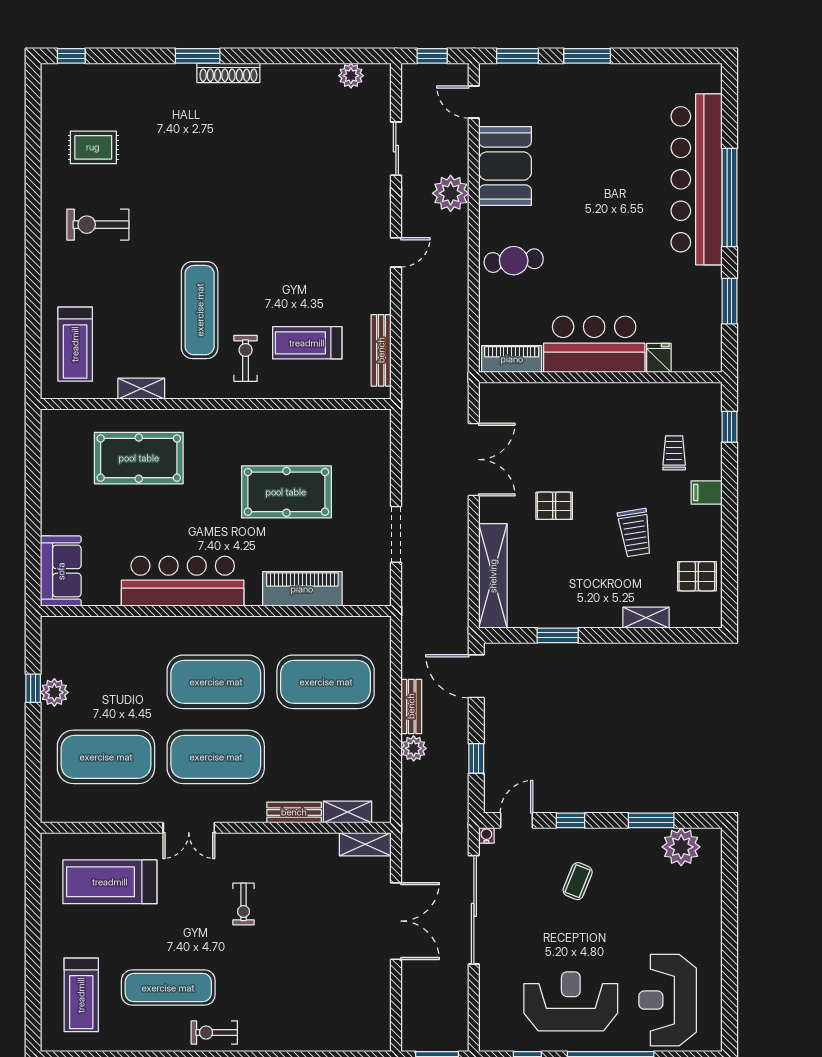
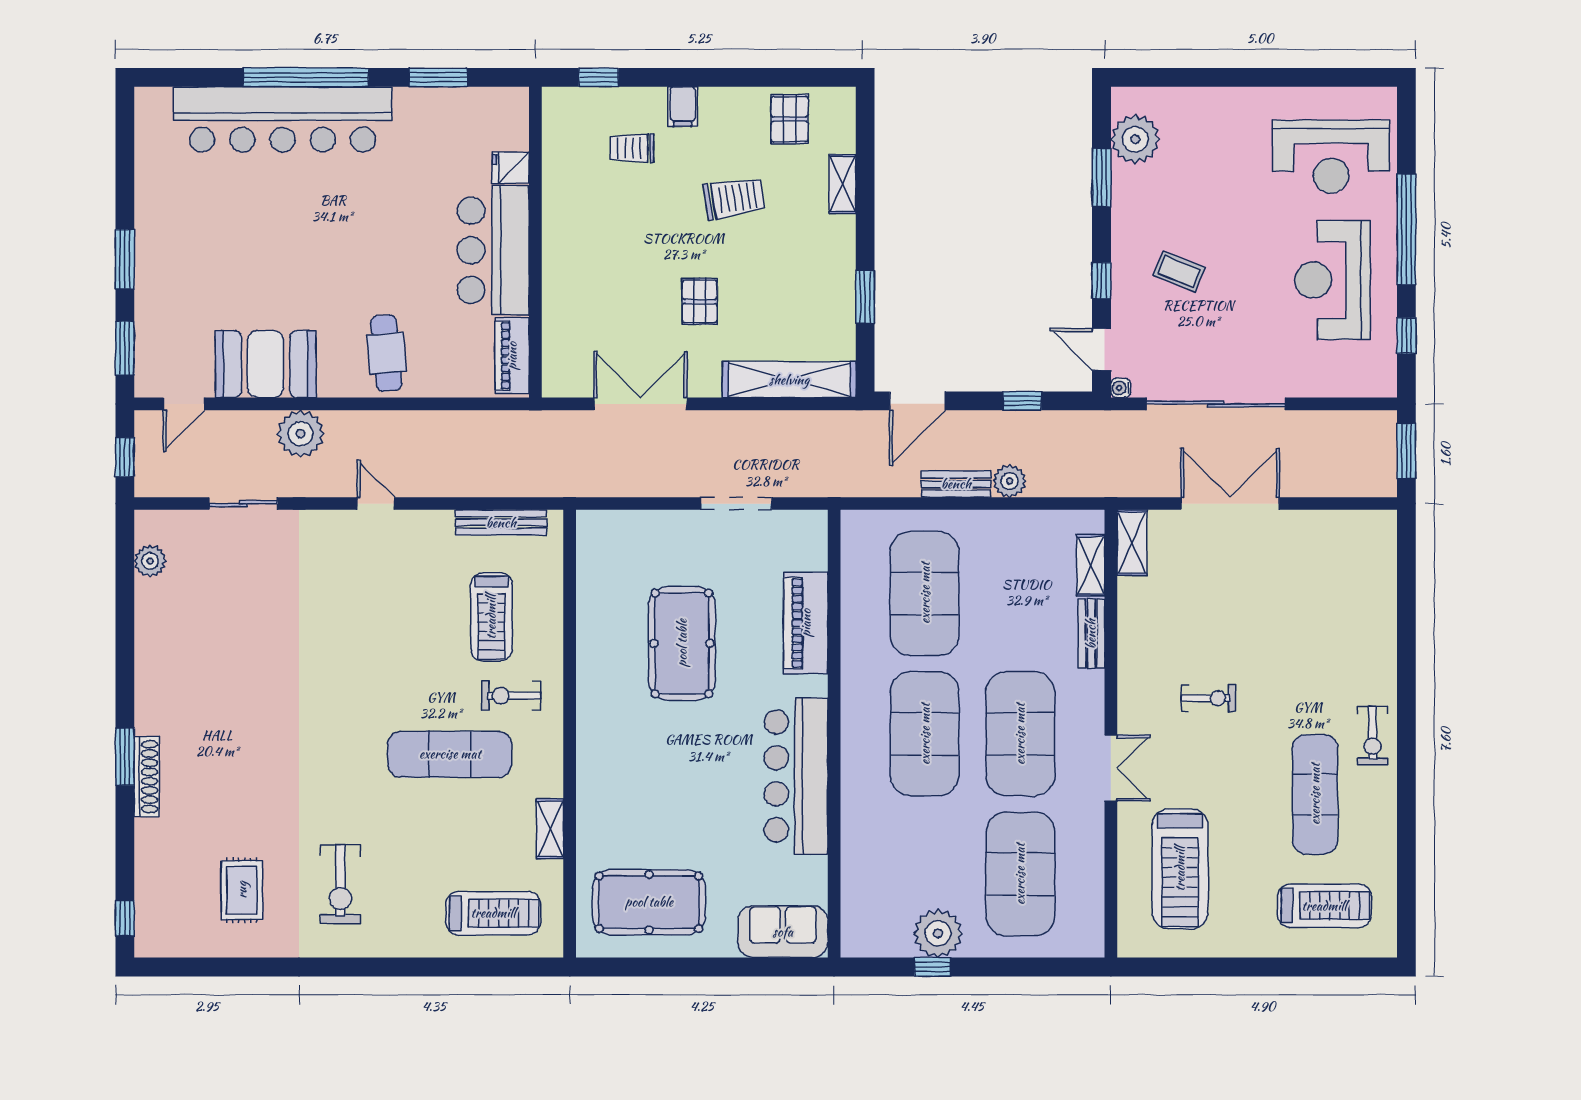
shoe rack: (228, 73) -> (147, 777), moved
pool table: (139, 458) -> (649, 902), moved, turned 90
plant: (54, 692) -> (938, 933), width x1.36, depth x1.36

